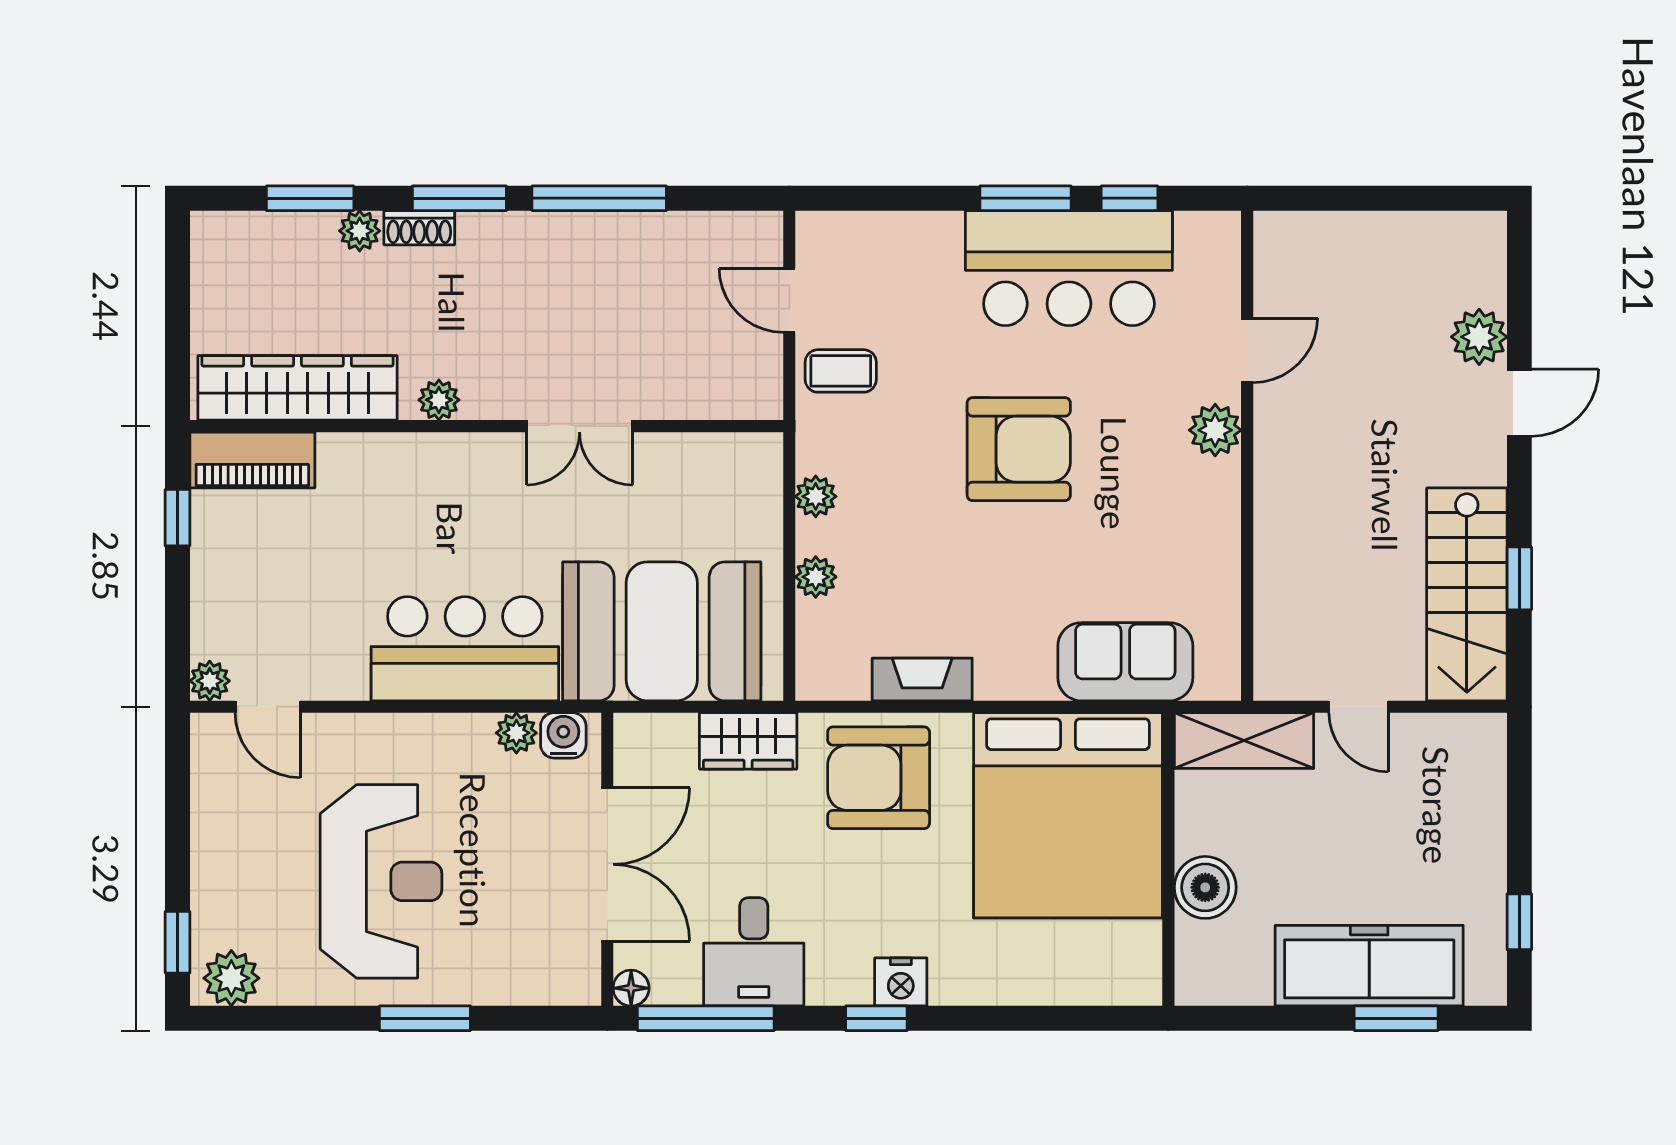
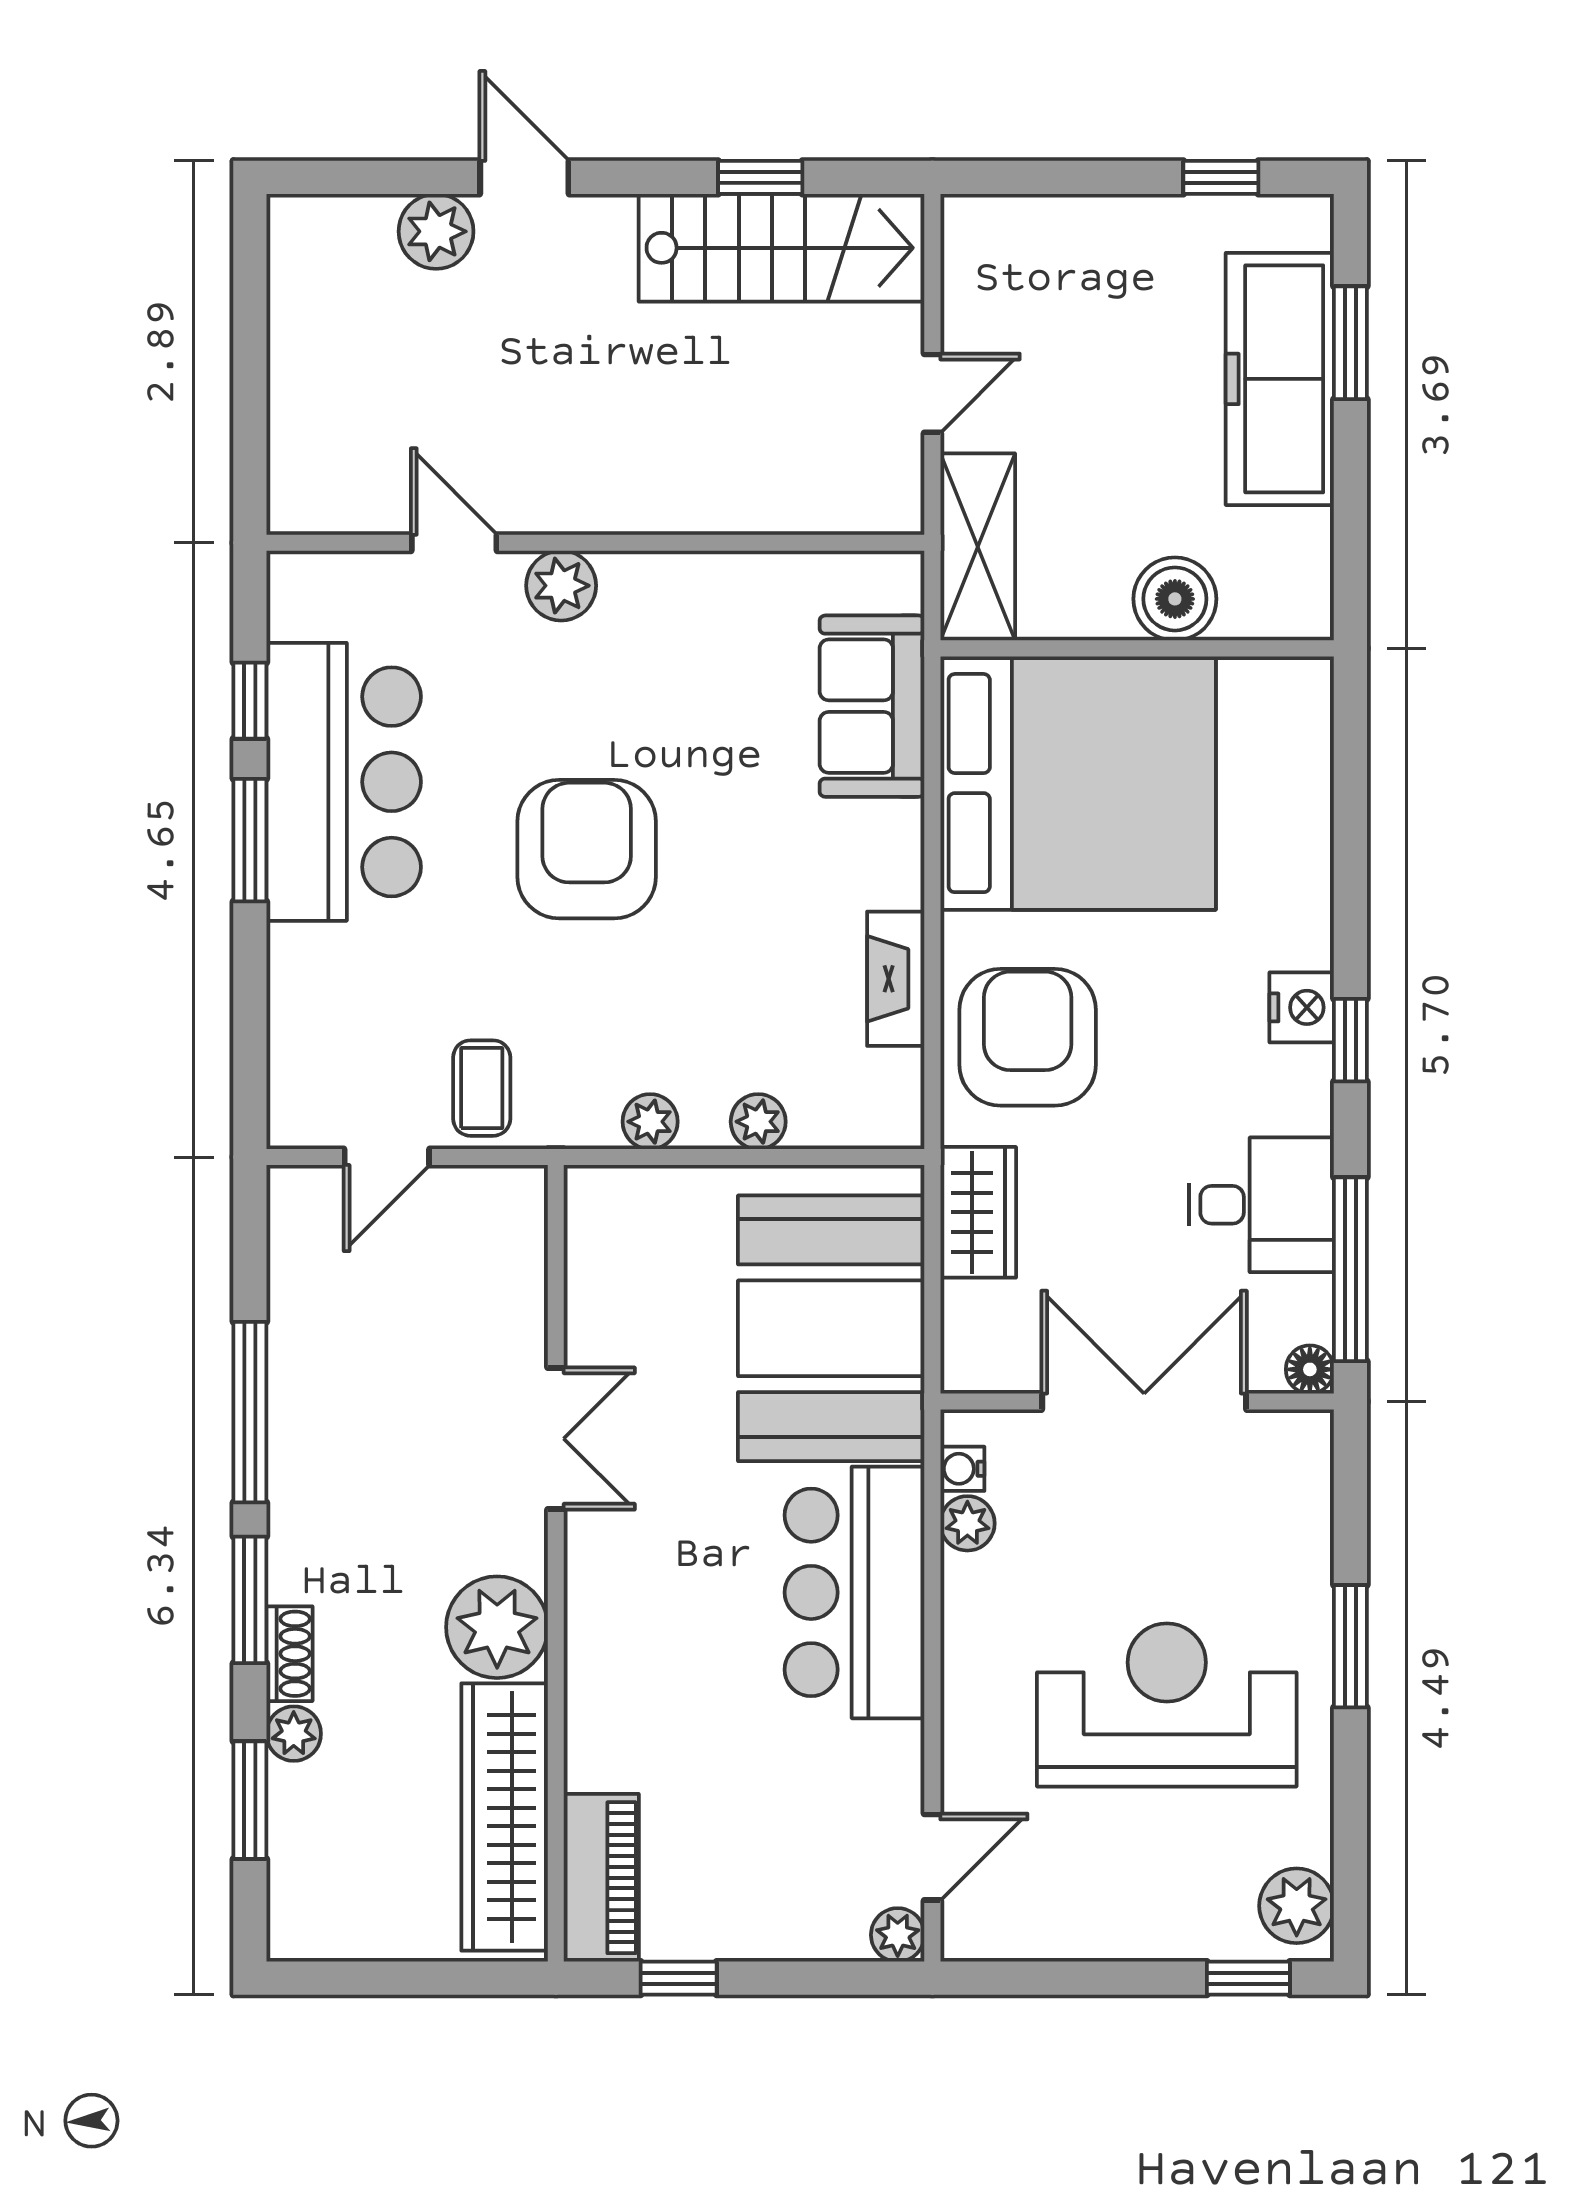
plant: (439, 400) -> (497, 1627), width x1.88, depth x1.88
water cooler: (563, 735) -> (962, 1469), width x0.72, depth x0.72
armchair: (879, 778) -> (1028, 1037), turned 180

